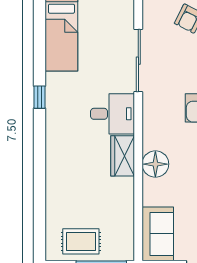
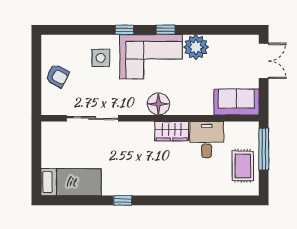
desk: (113, 114) -> (207, 140), moved
floor lamp: (155, 164) -> (158, 104), moved

